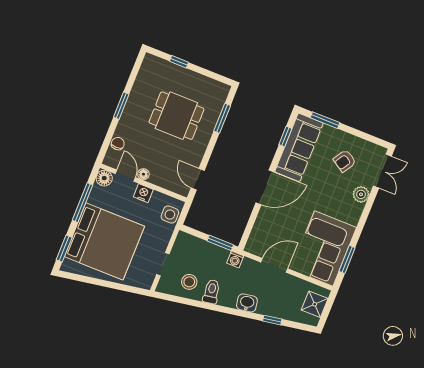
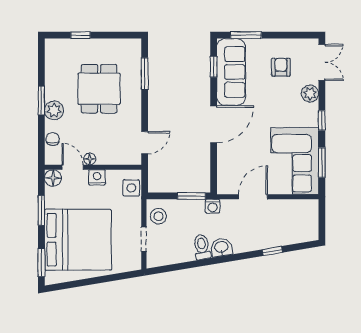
dining table: (176, 116) -> (99, 89), turned 90
plant: (129, 119) -> (54, 110), added
armchair: (345, 161) -> (281, 67), turned 147
door: (198, 179) -> (145, 143), swing flipped
window: (83, 203) -> (41, 210), width x0.69
window: (362, 222) -> (322, 120), added
stool: (189, 282) -> (158, 216), moved
washbasin: (247, 303) -> (221, 247), moved
shower: (315, 304) -> (308, 219), removed

